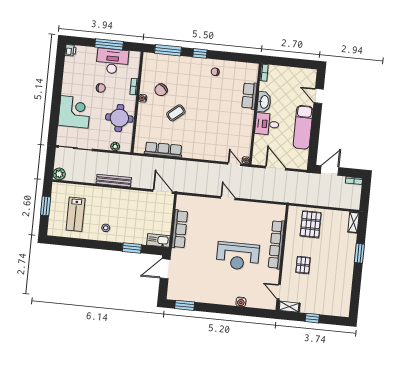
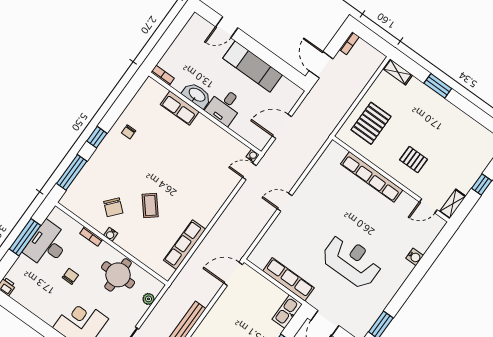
pallet: (311, 224) -> (371, 123), turned 90
reception desk: (238, 256) -> (352, 261), moved, turned -90

